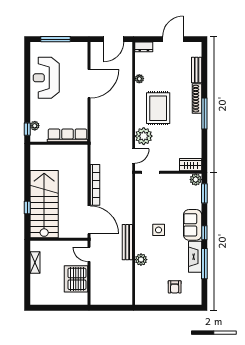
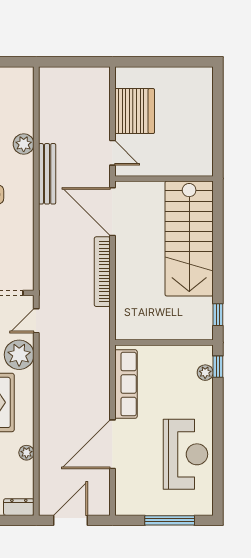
row of seats: (67, 135) -> (126, 384), moved, turned -90
window: (27, 208) -> (218, 315), moved
shelving: (35, 262) -> (205, 139), removed

